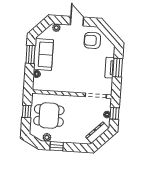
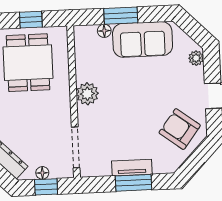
armchair: (92, 40) -> (180, 129), turned -53
window: (30, 54) -> (121, 16), moved
plant: (69, 86) -> (87, 94), added

